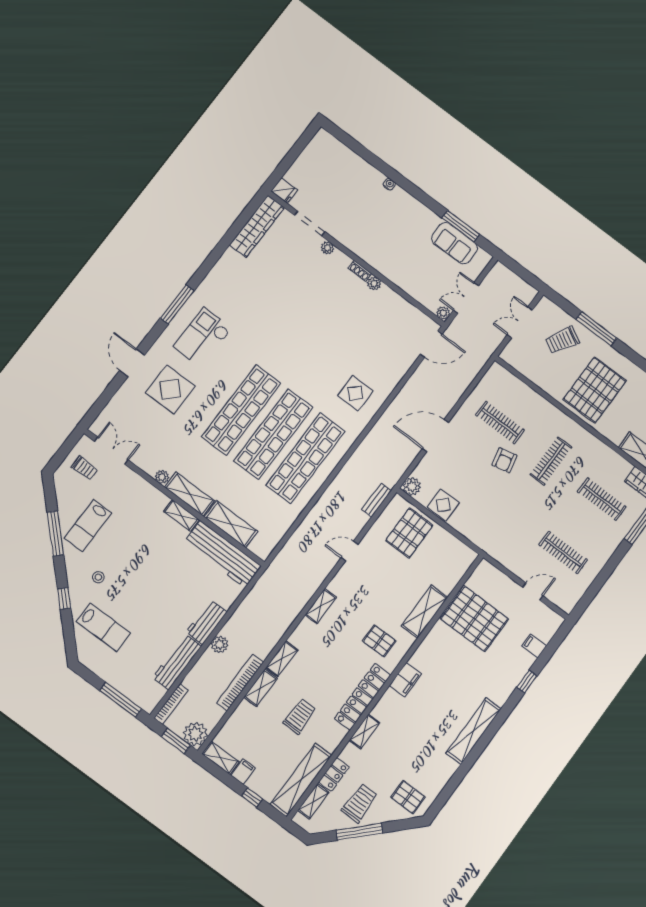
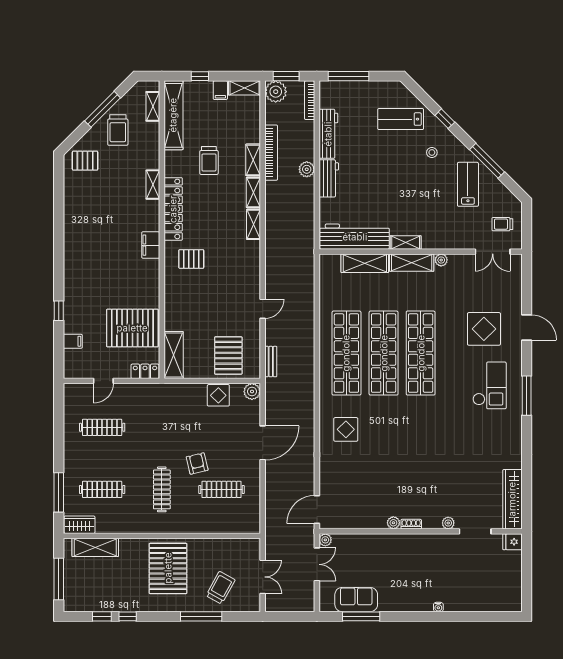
shelving: (321, 606) -> (254, 224), moved
shelving: (425, 612) -> (174, 355), moved
shelving: (474, 731) -> (72, 245), removed
locker: (334, 774) -> (145, 371), moved, turned 90

